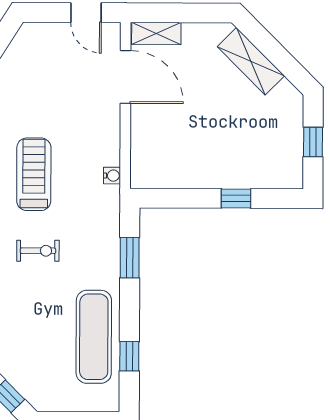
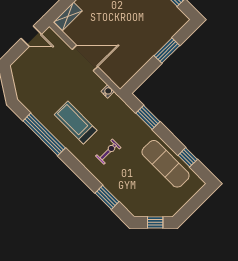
door: (126, 77) -> (85, 58), moved
window: (236, 198) -> (167, 51), width x1.50

